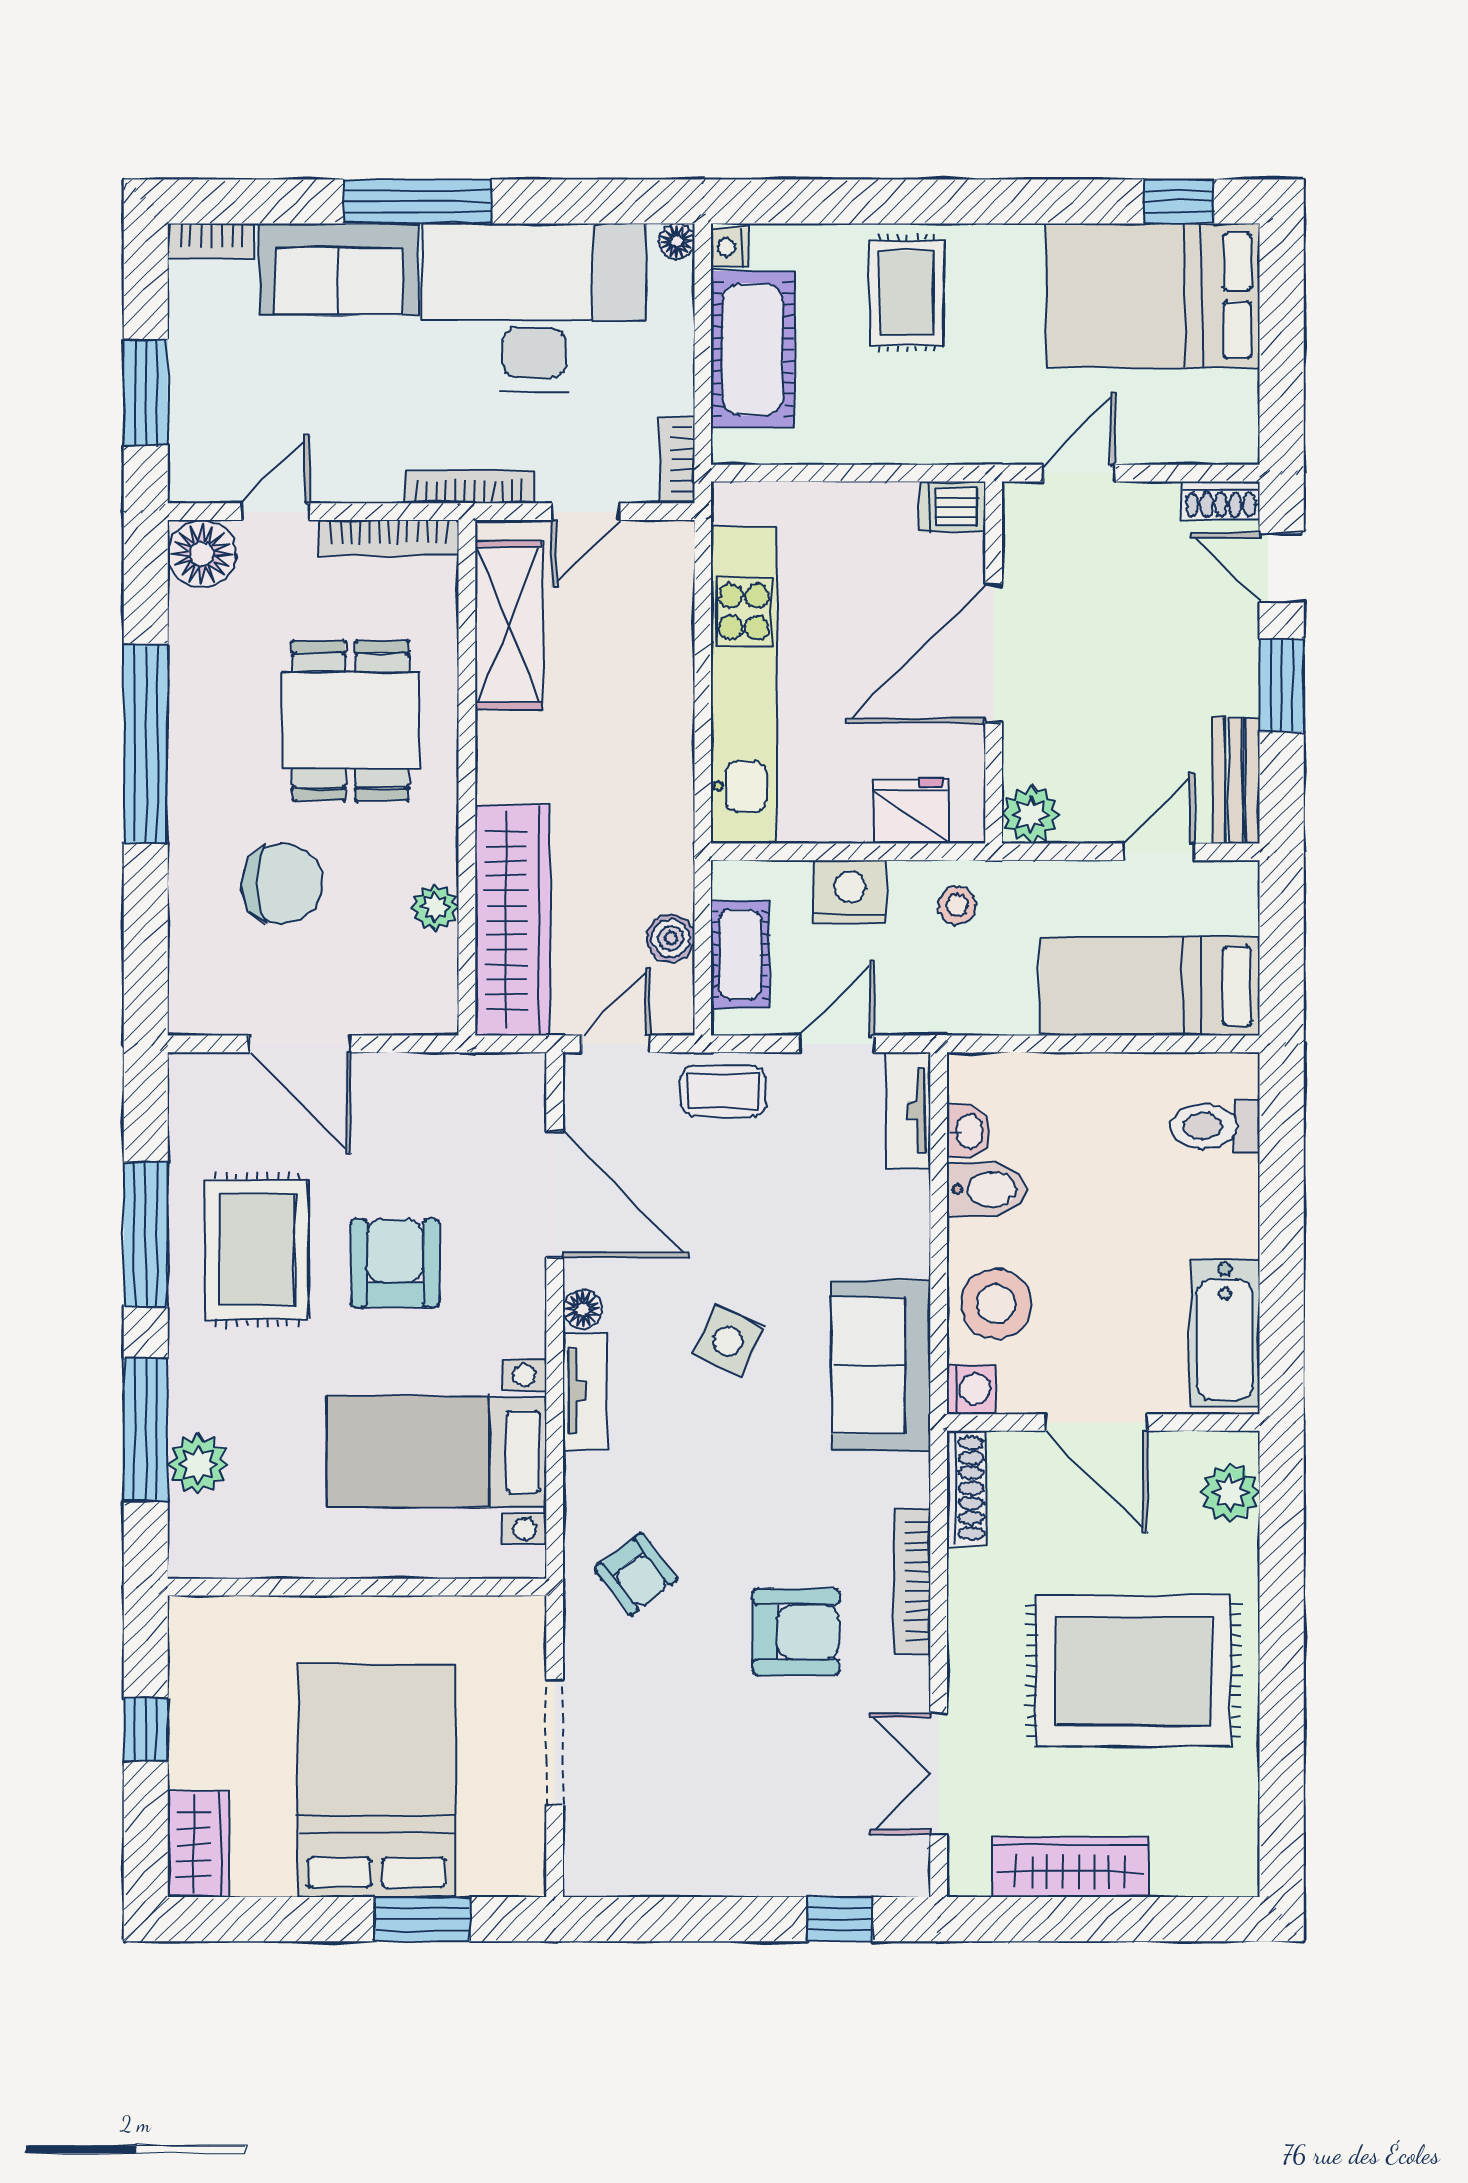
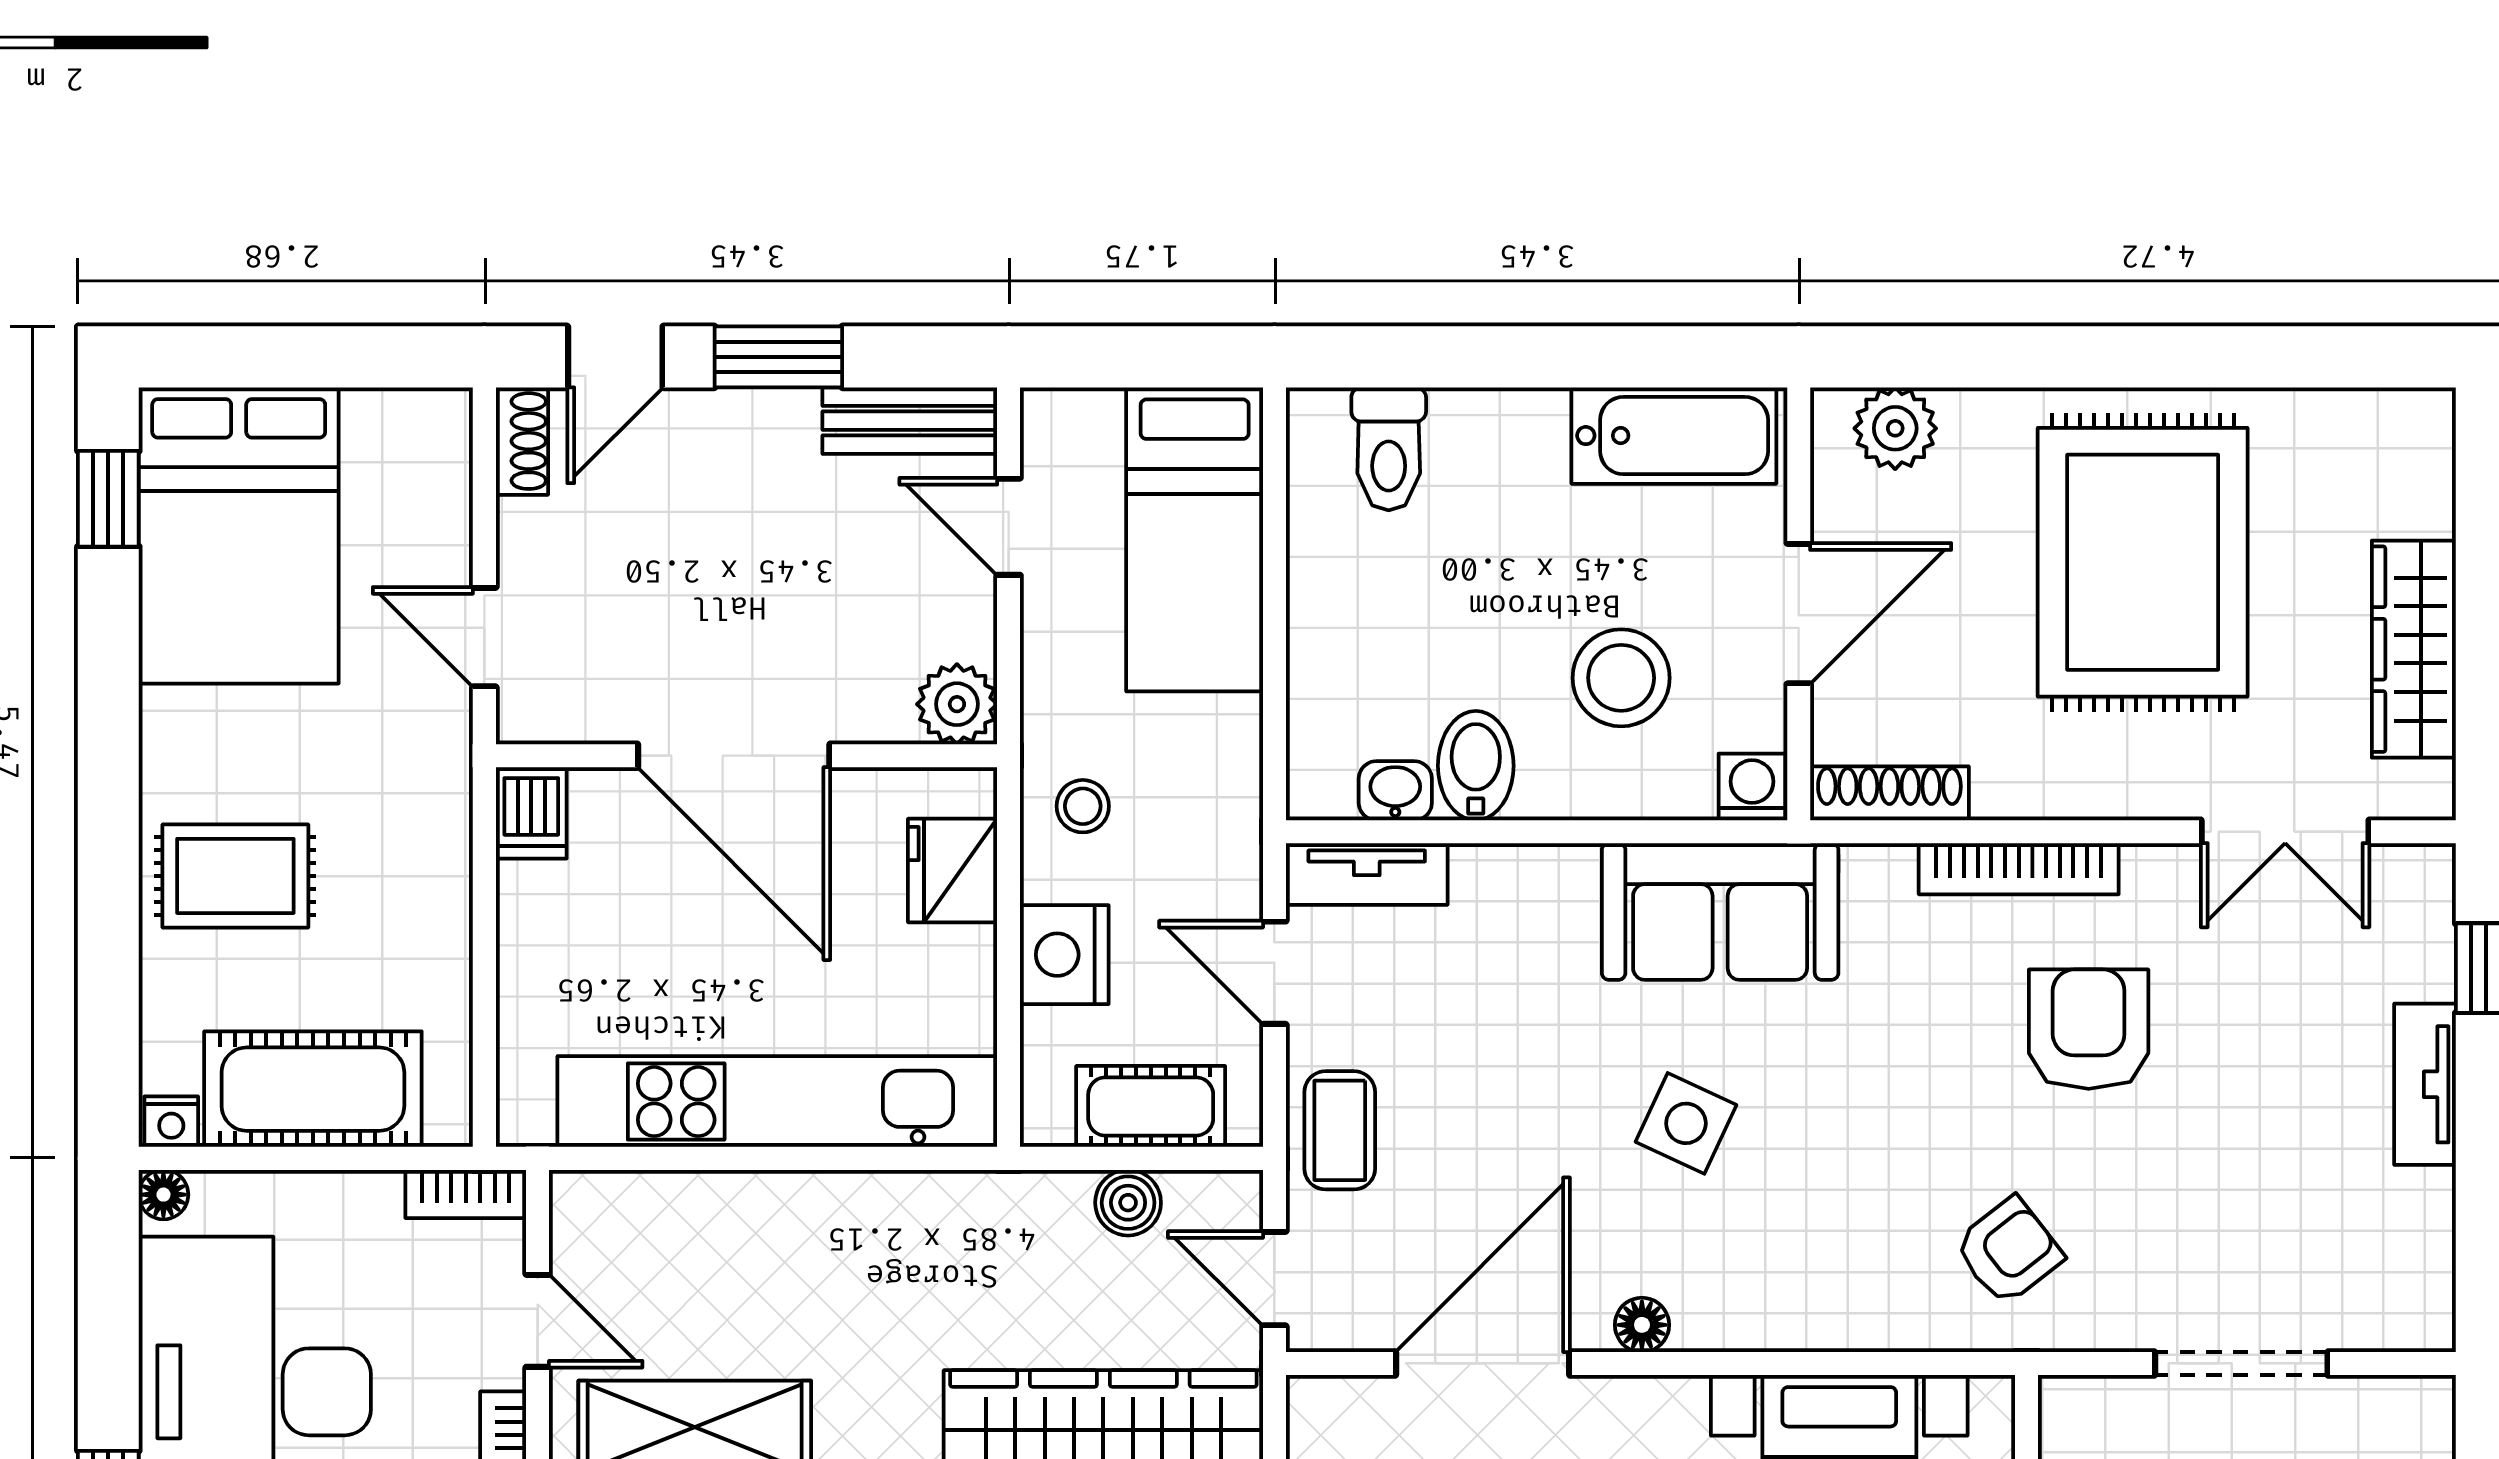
stool: (996, 1304) -> (1621, 678), moved
tv unit: (585, 1392) -> (2425, 1084), moved, turned -90

